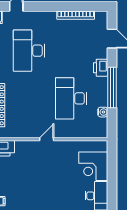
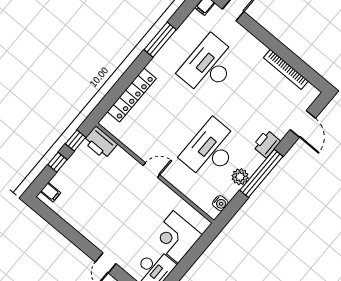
plant: (101, 100) -> (240, 177), added
water cooler: (103, 112) -> (220, 203), moved

